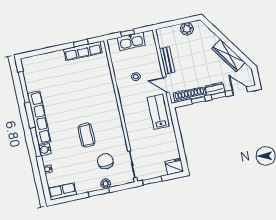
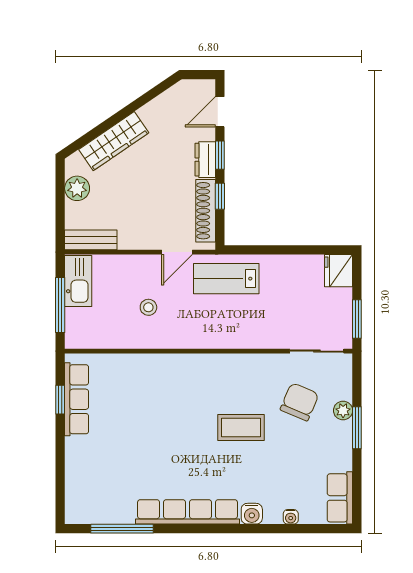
window: (128, 33) -> (60, 305), width x2.17
kitchen sink: (131, 41) -> (78, 281), moved
wardrobe: (228, 56) -> (114, 141), moved
bench: (167, 61) -> (91, 240), moved
window: (36, 142) -> (233, 529), removed
chair: (105, 161) -> (299, 402), turned 113

